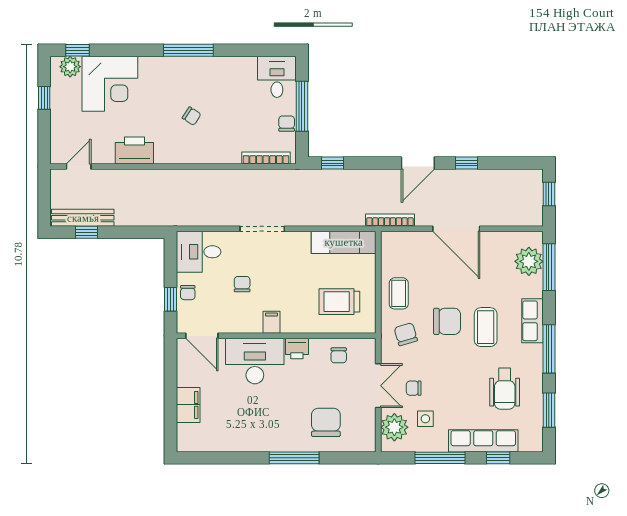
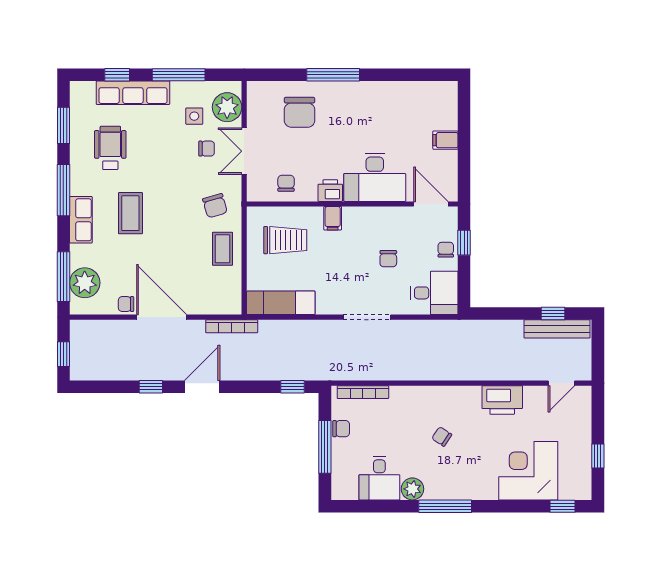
plant: (70, 67) -> (412, 489), moved
desk: (277, 77) -> (379, 478), moved
chair: (287, 124) -> (341, 429), turned -90
chair: (447, 321) -> (126, 304), moved, width x0.54, depth x0.54
filing cabinet: (271, 322) -> (333, 218), moved
filing cabinet: (188, 405) -> (445, 140), width x0.50

